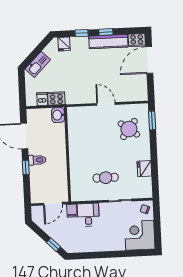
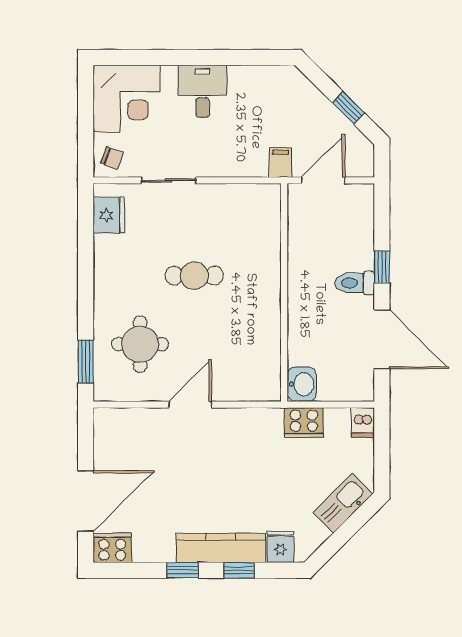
kitchen counter: (108, 42) -> (221, 548), moved
dishwasher: (42, 99) -> (363, 423), moved
door: (106, 104) -> (190, 405), swing flipped
round table: (129, 129) -> (140, 344), turned -37
fridge: (144, 169) -> (109, 215), moved
cafe table: (106, 178) -> (194, 276), moved
desk: (88, 215) -> (203, 91), moved, turned 180
window: (53, 245) -> (348, 108), moved

